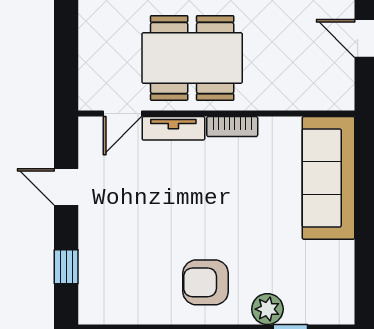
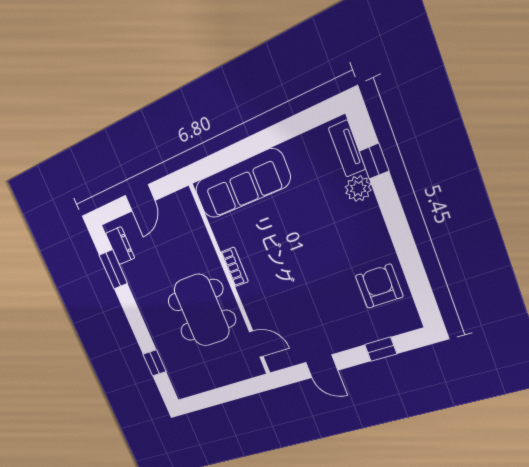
tv unit: (173, 128) -> (347, 149), moved, turned 180
door: (66, 187) -> (322, 366), hinge flipped
armchair: (206, 282) -> (379, 286), moved, turned 180

